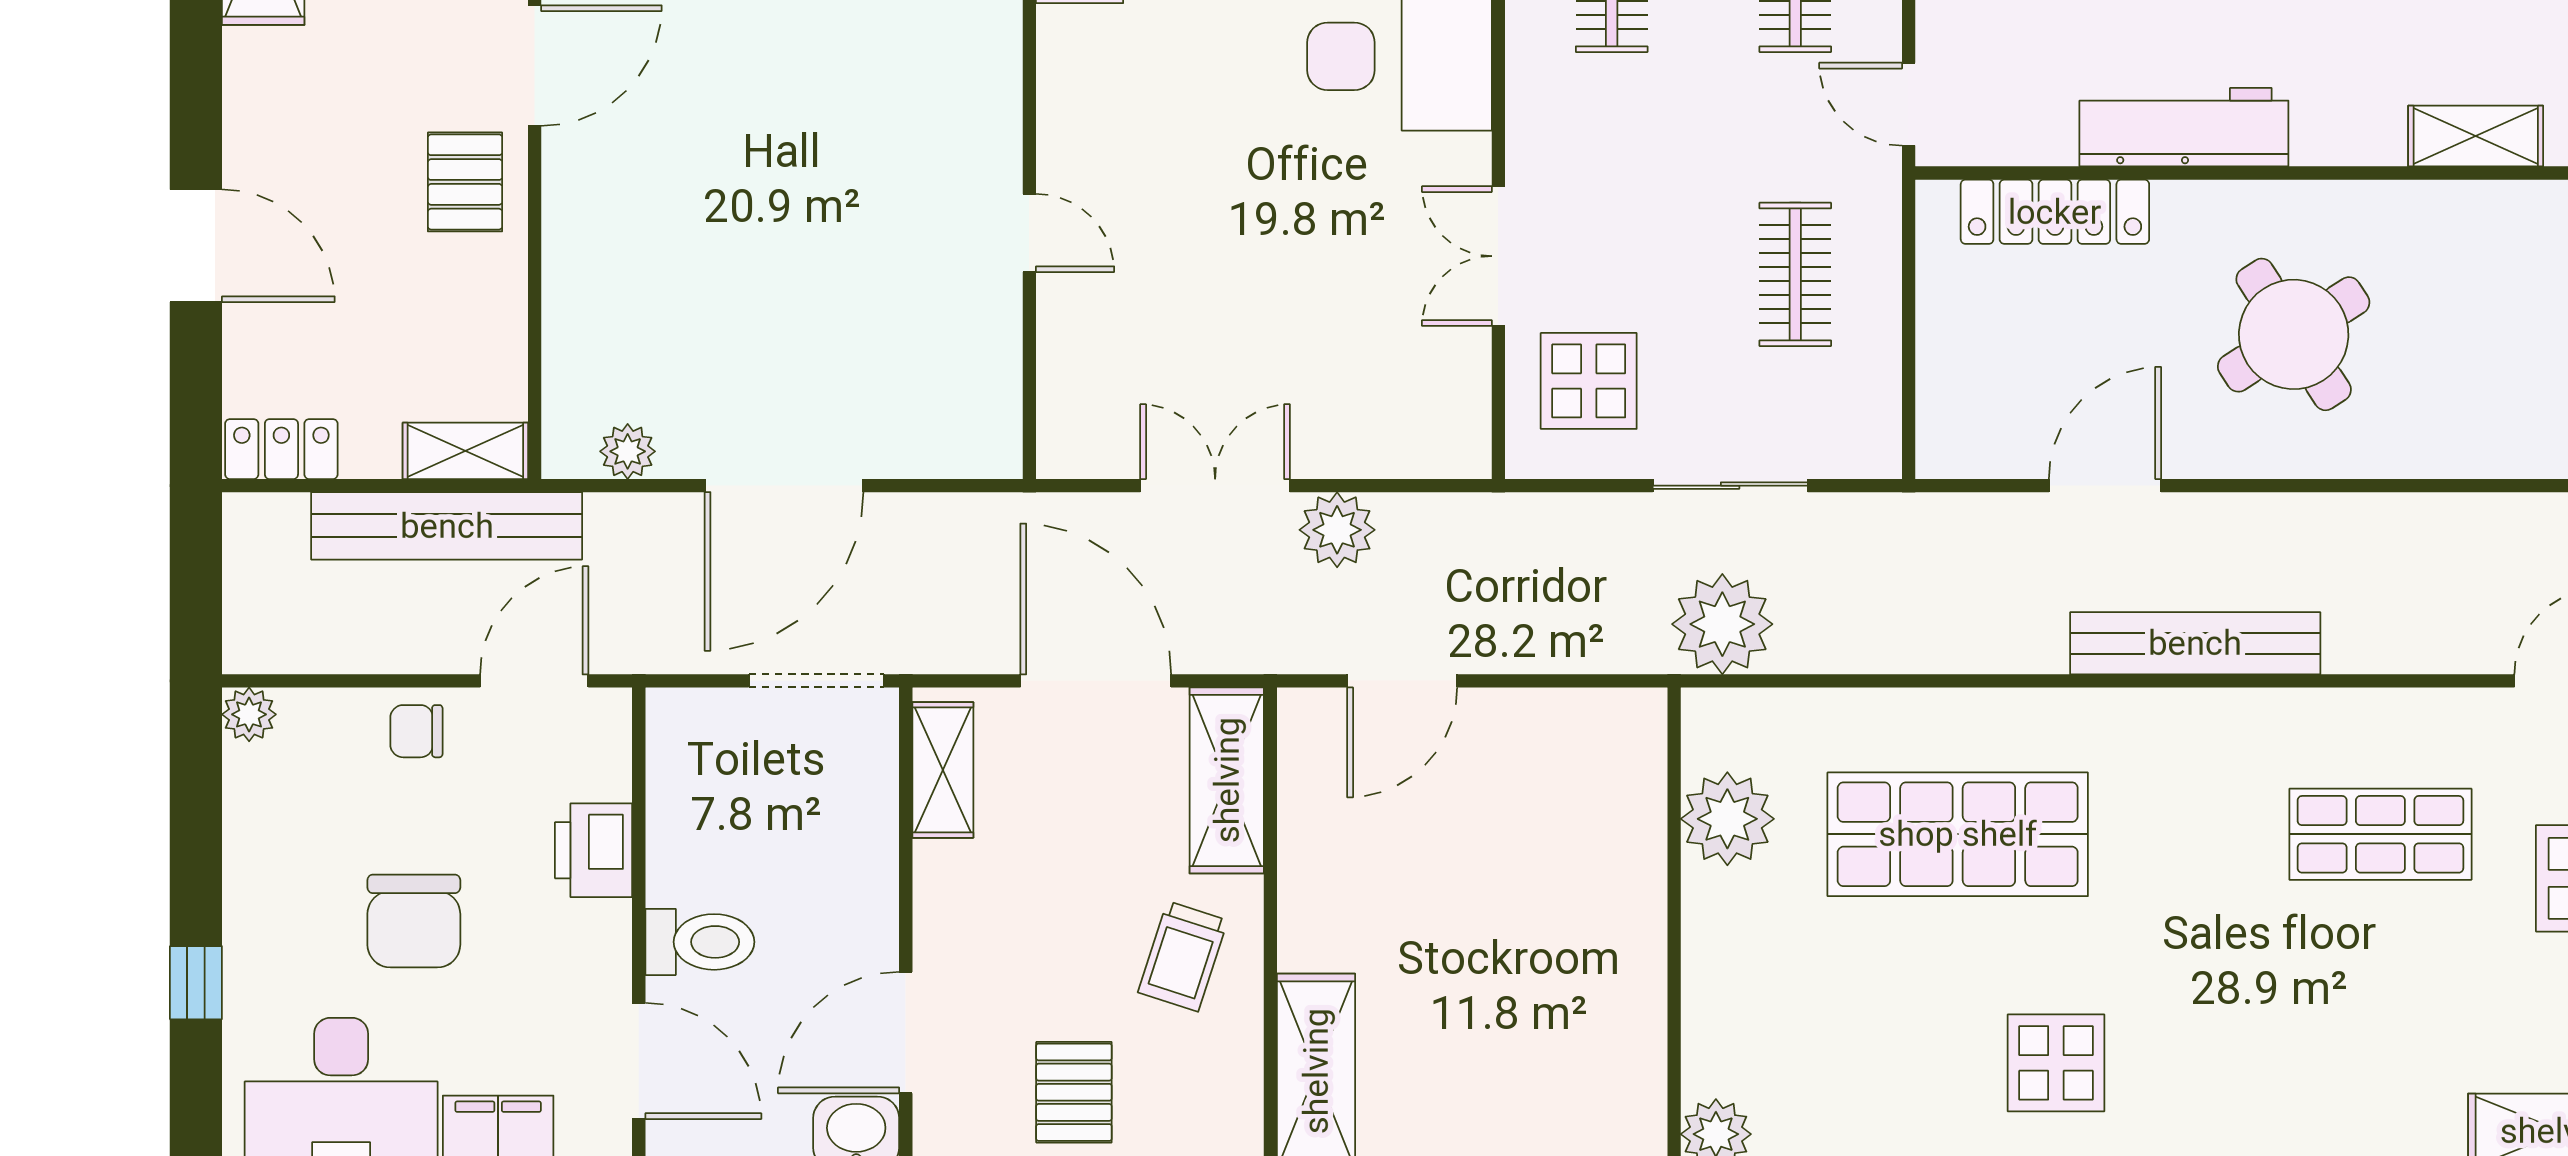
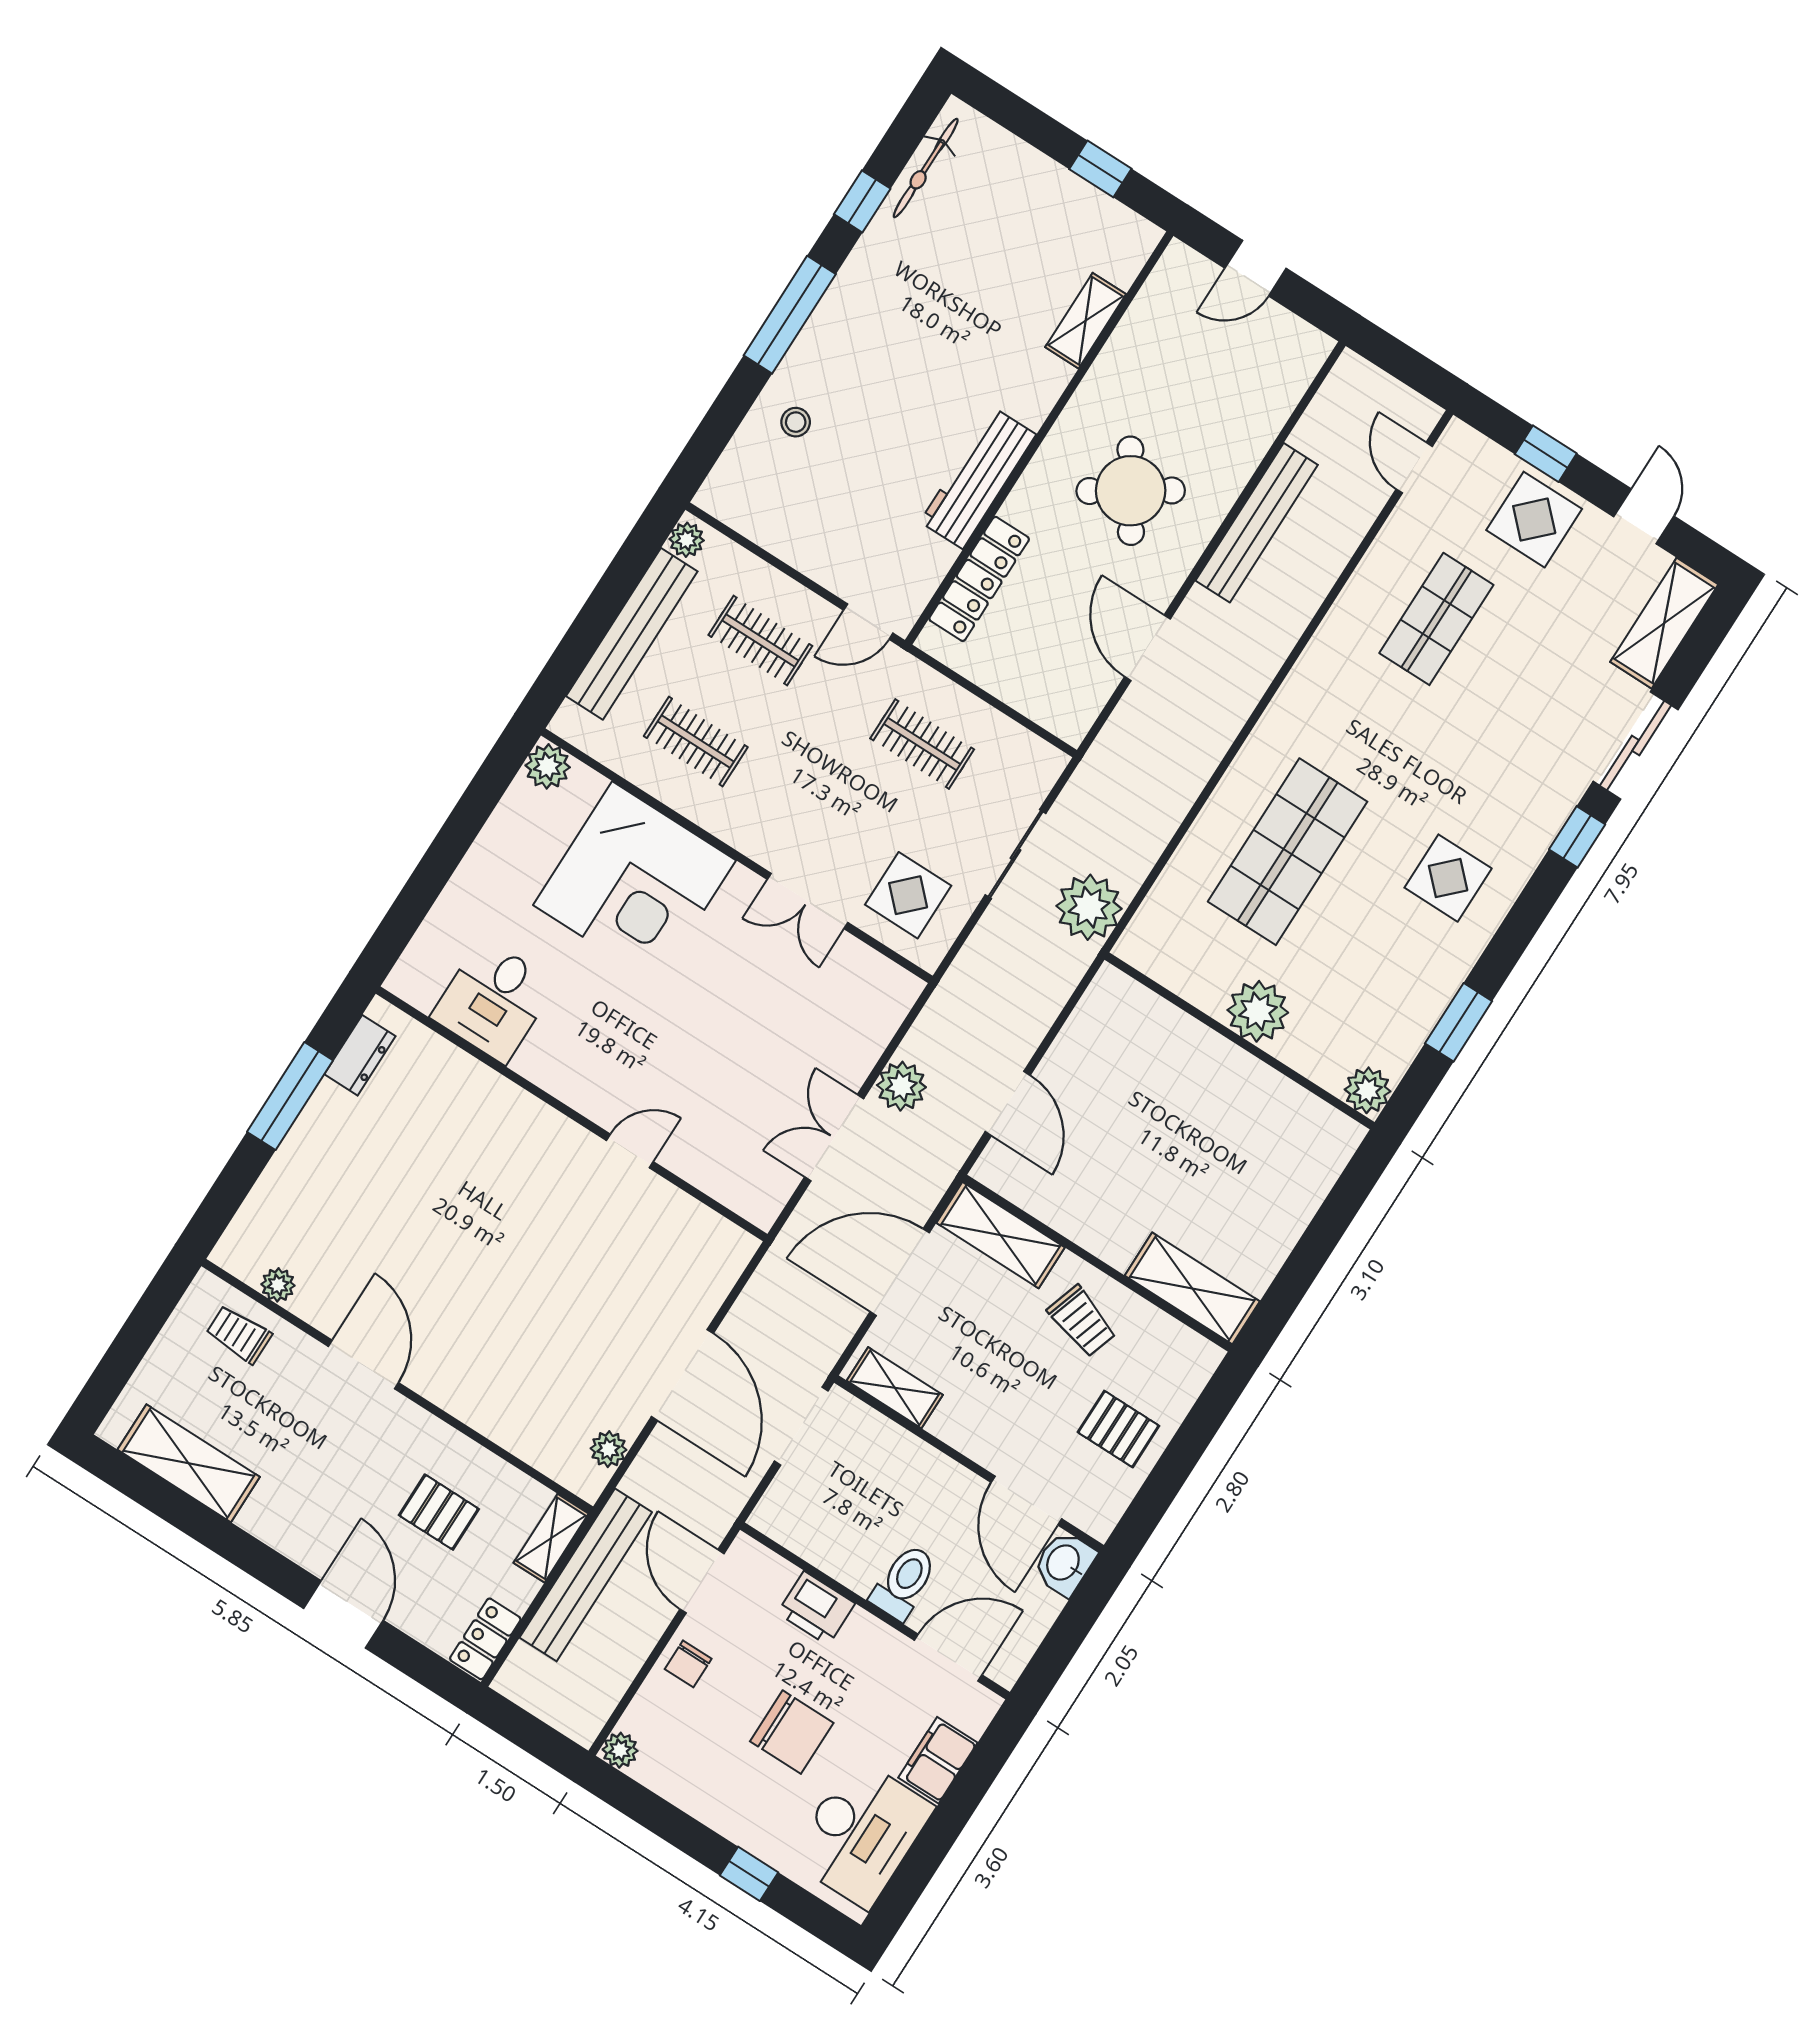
pallet: (465, 182) -> (439, 1512), moved
door: (196, 246) -> (343, 1614), hinge flipped
bench: (2195, 643) -> (1257, 523), moved
plant: (1727, 819) -> (1258, 1011), moved

